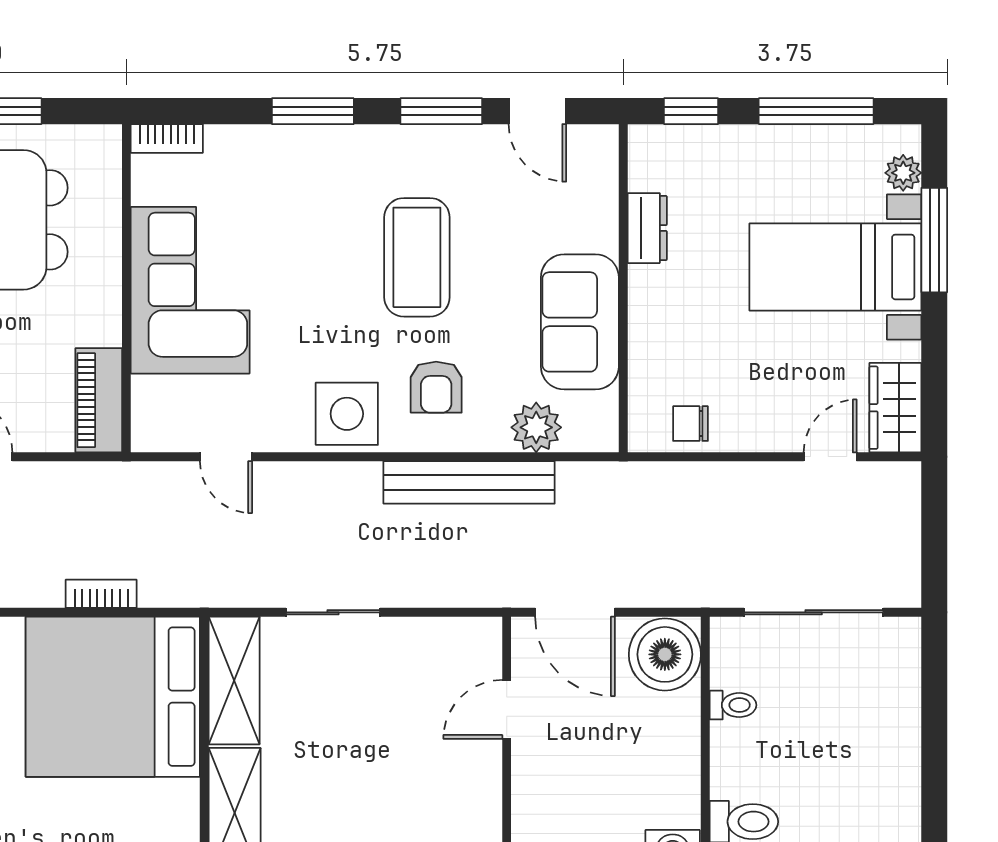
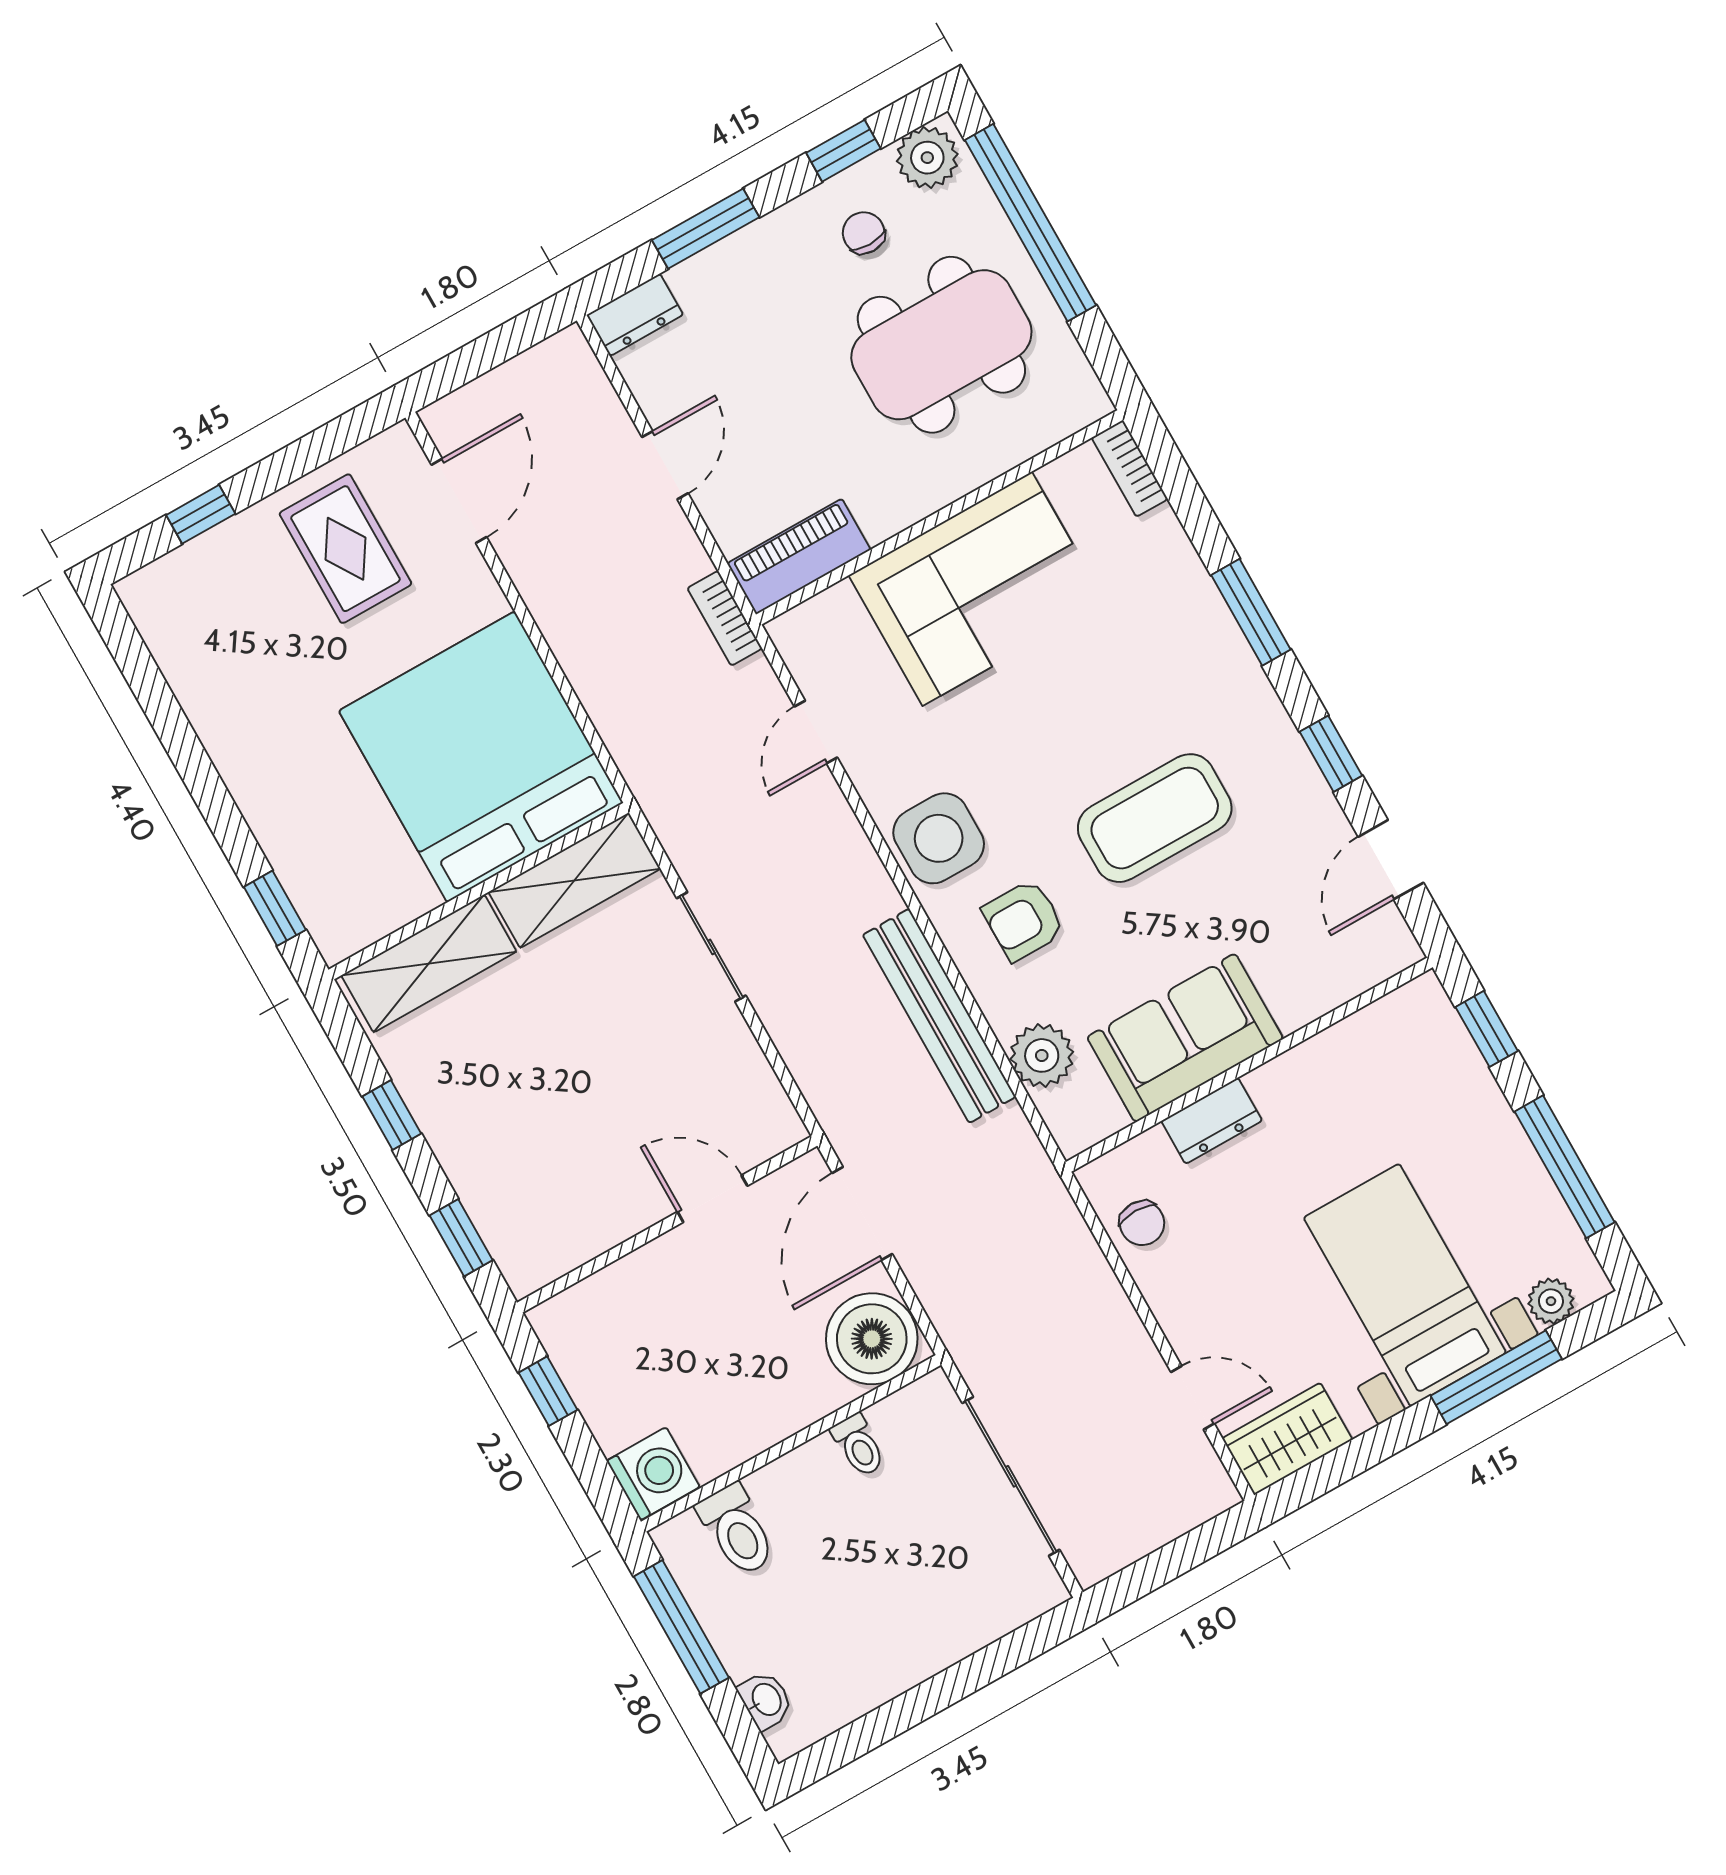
window: (441, 111) -> (1331, 754), width x0.67
dresser: (647, 228) -> (1212, 1121), moved
chair: (691, 424) -> (1142, 1223), turned 180
bookcase: (101, 594) -> (725, 618), moved, turned 180

